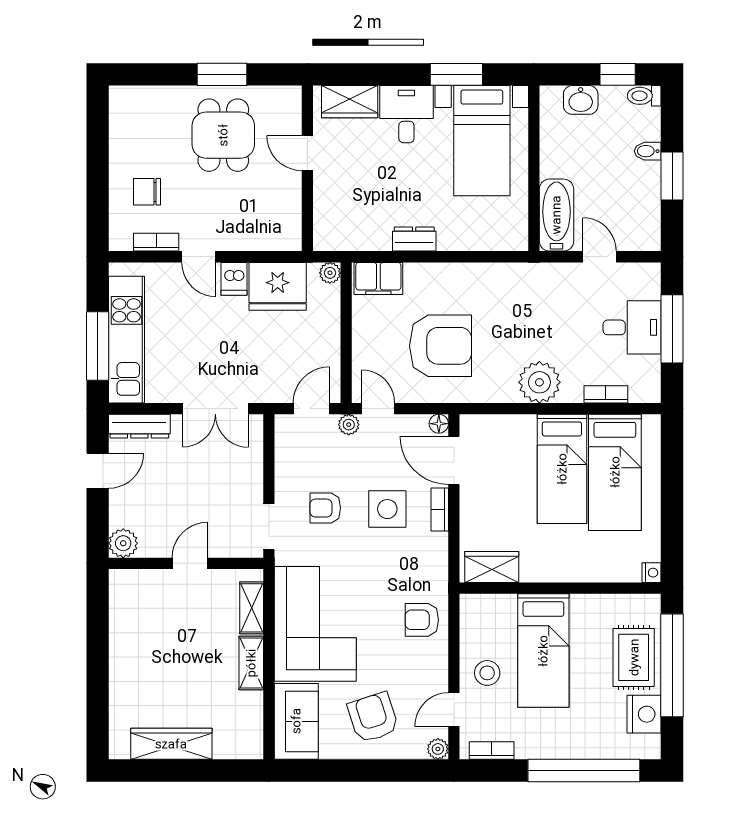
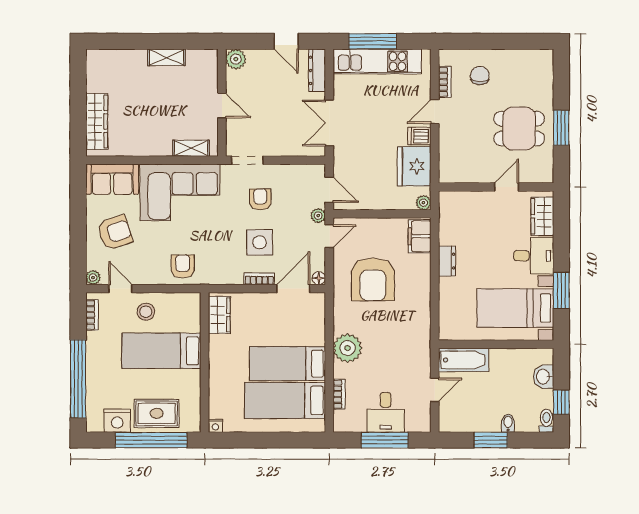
shelving: (251, 663) -> (167, 57), moved
wardrobe: (171, 744) -> (97, 121), moved

